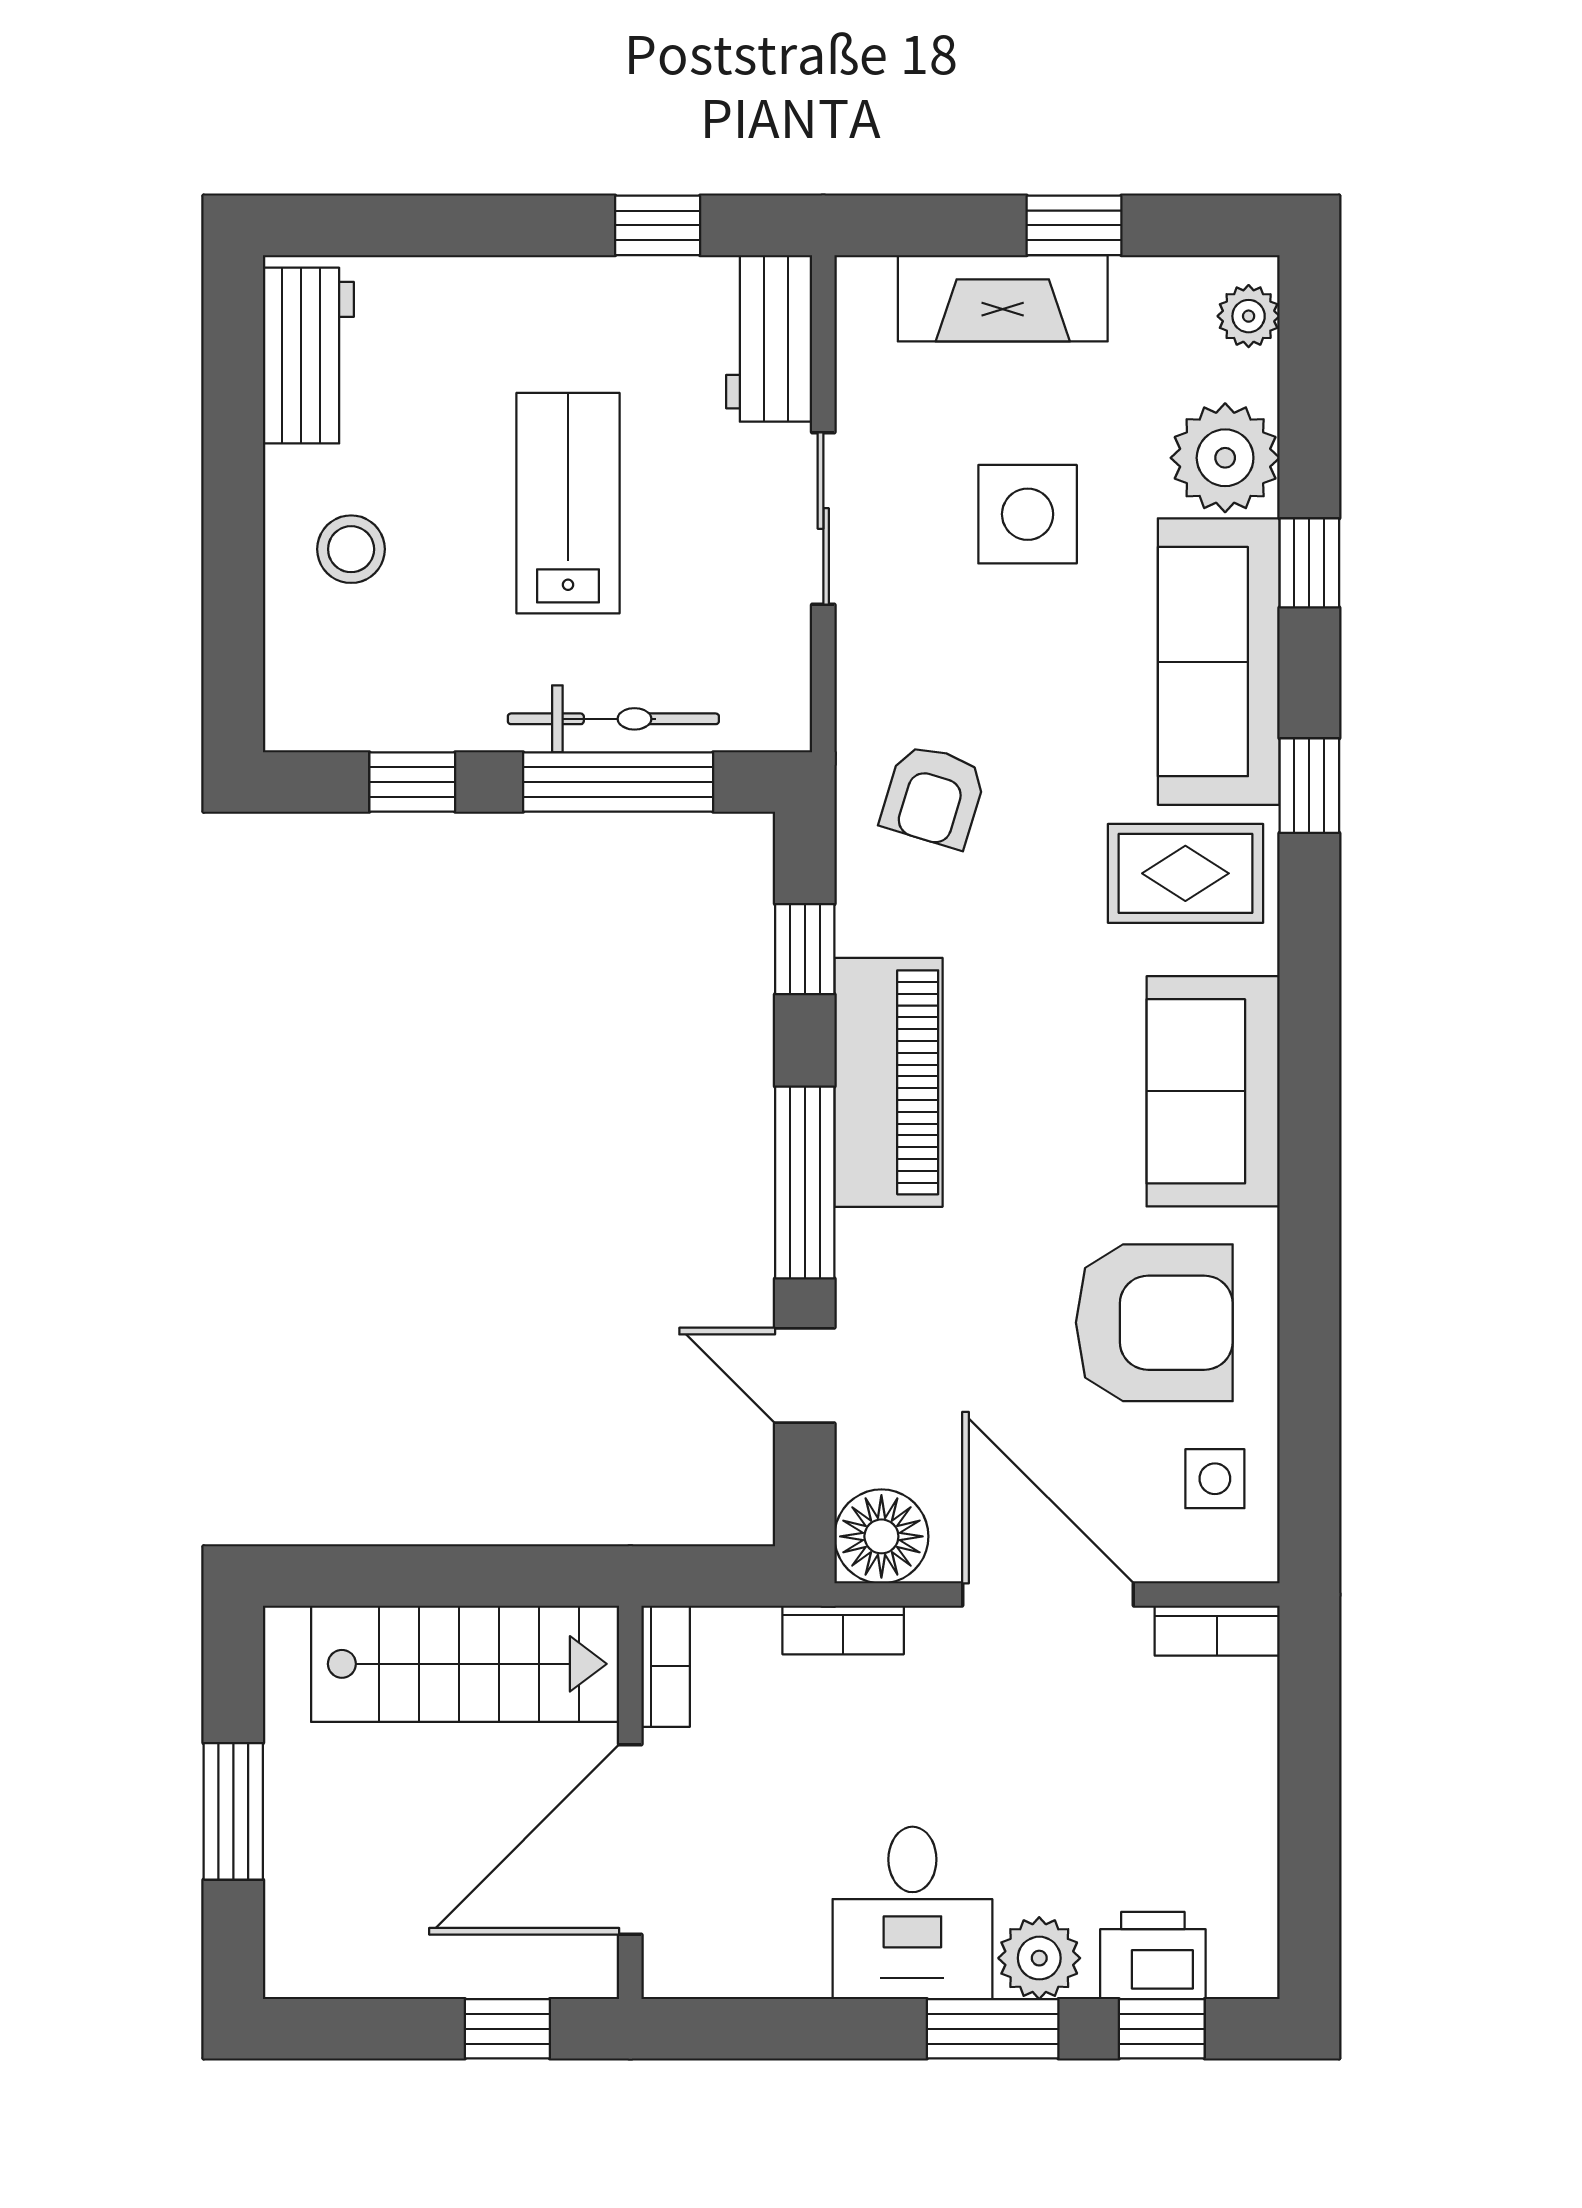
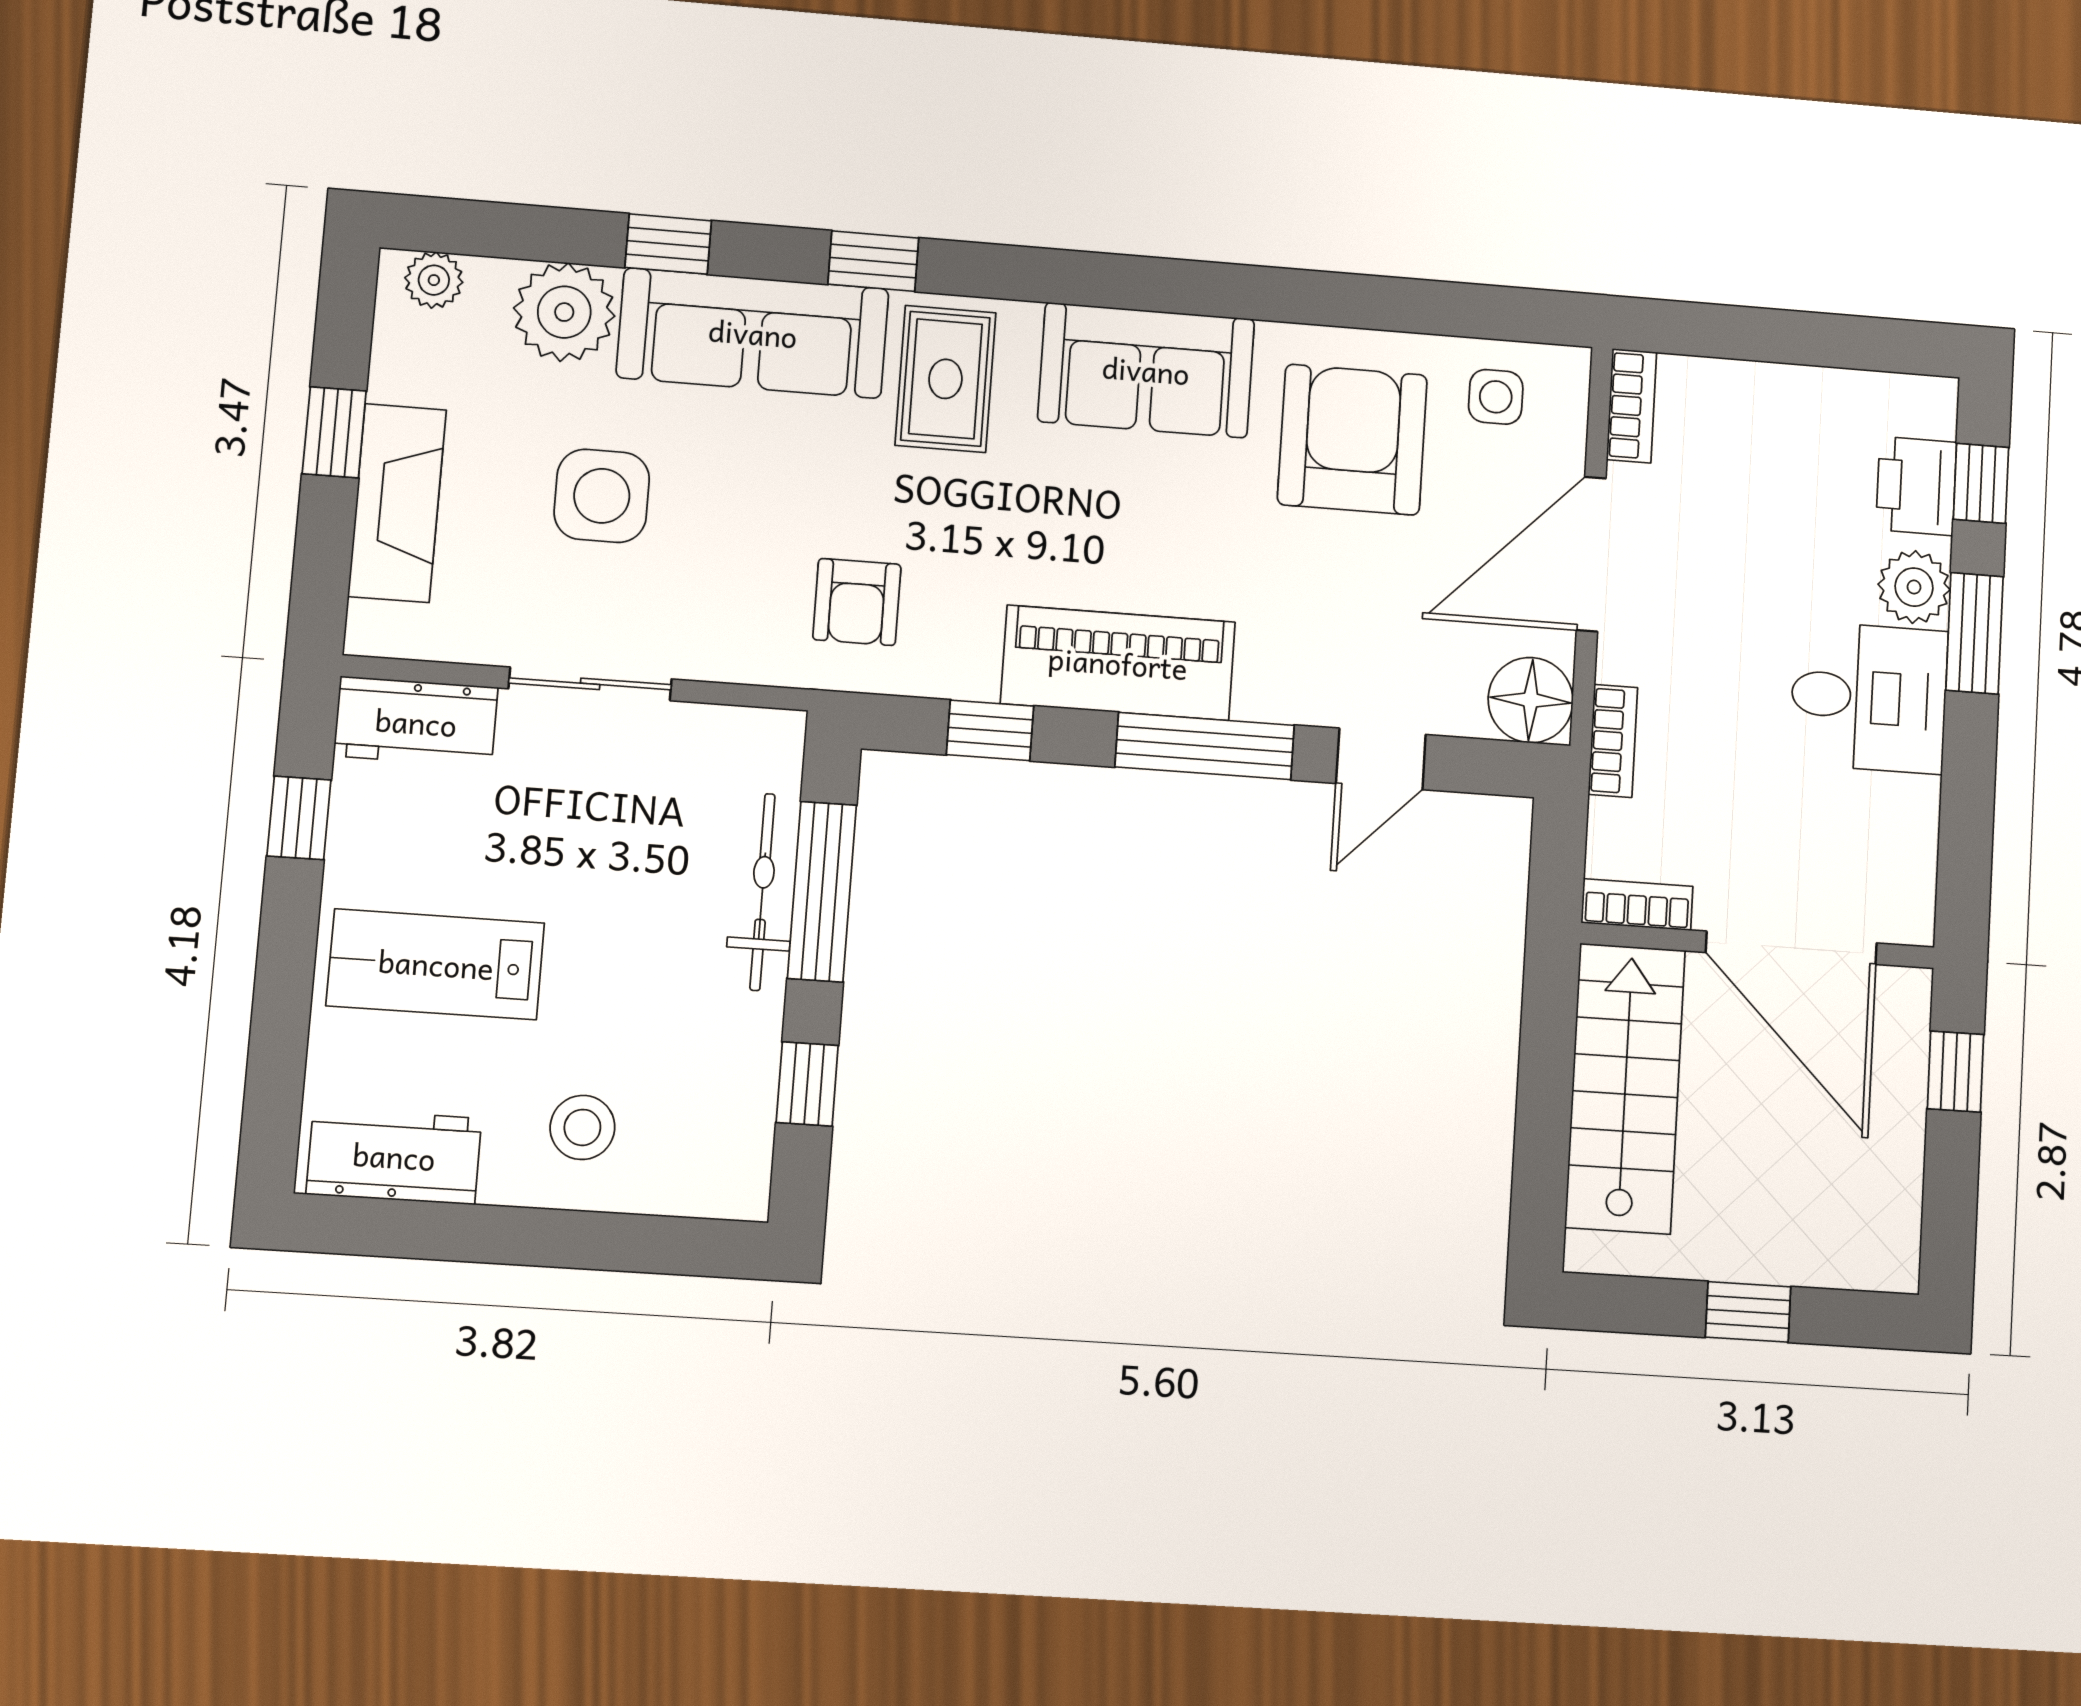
lab bench: (568, 503) -> (436, 964), moved
armchair: (933, 796) -> (857, 602), turned 73
window: (233, 1811) -> (1748, 1312), width x0.67

